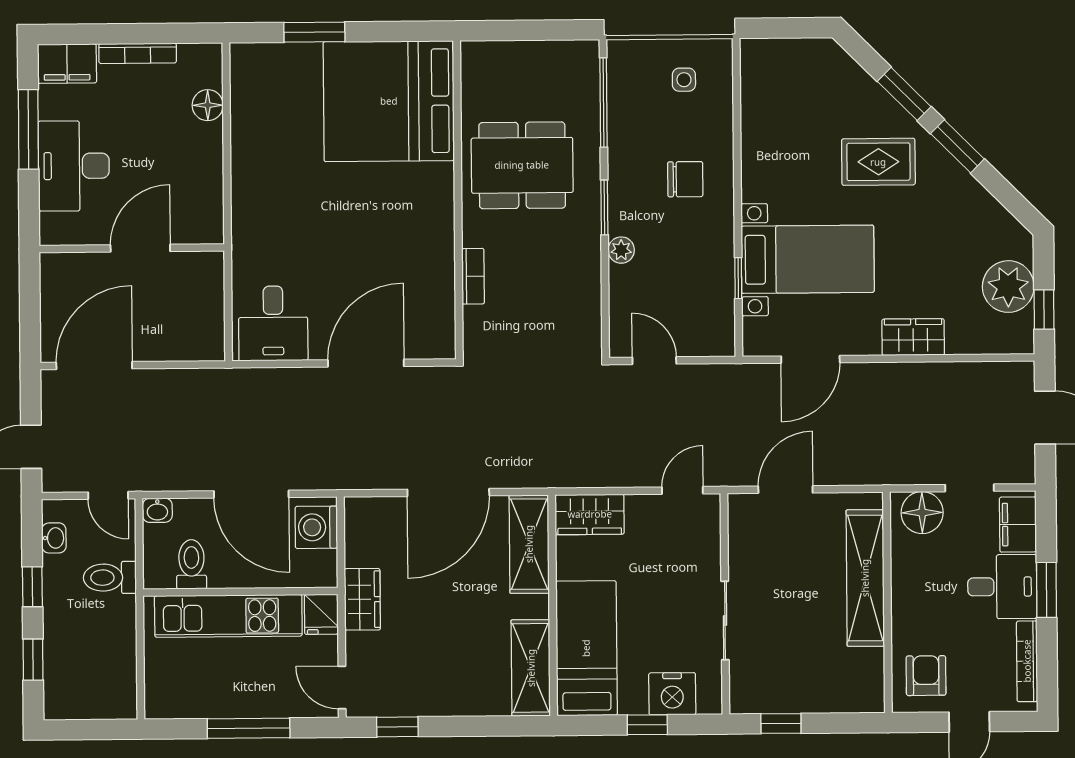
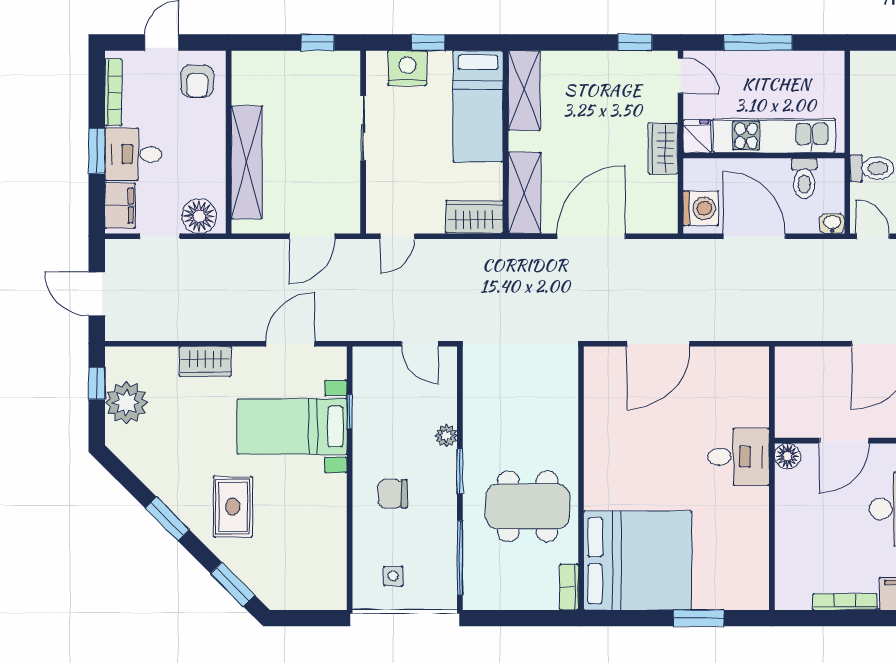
window: (904, 94) -> (233, 584), moved
floor lamp: (208, 105) -> (787, 456), moved
rug: (878, 162) -> (233, 507), turned 90
bookcase: (473, 276) -> (569, 587), moved
desk: (273, 323) -> (738, 457), moved, turned 90

